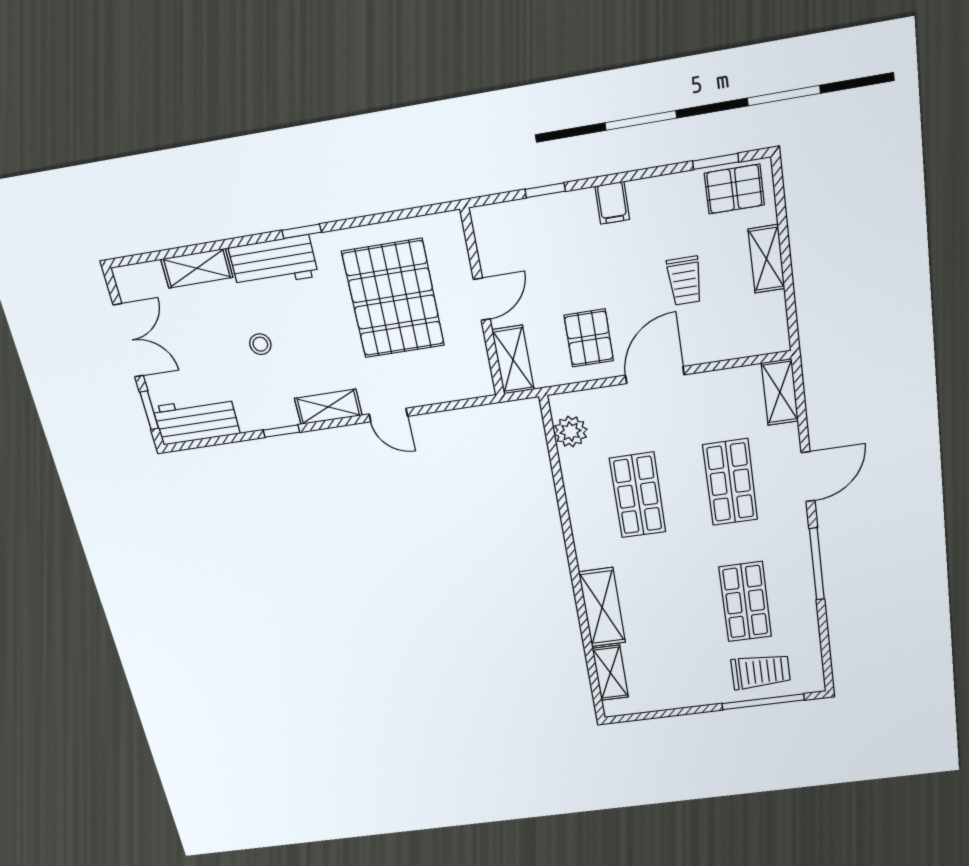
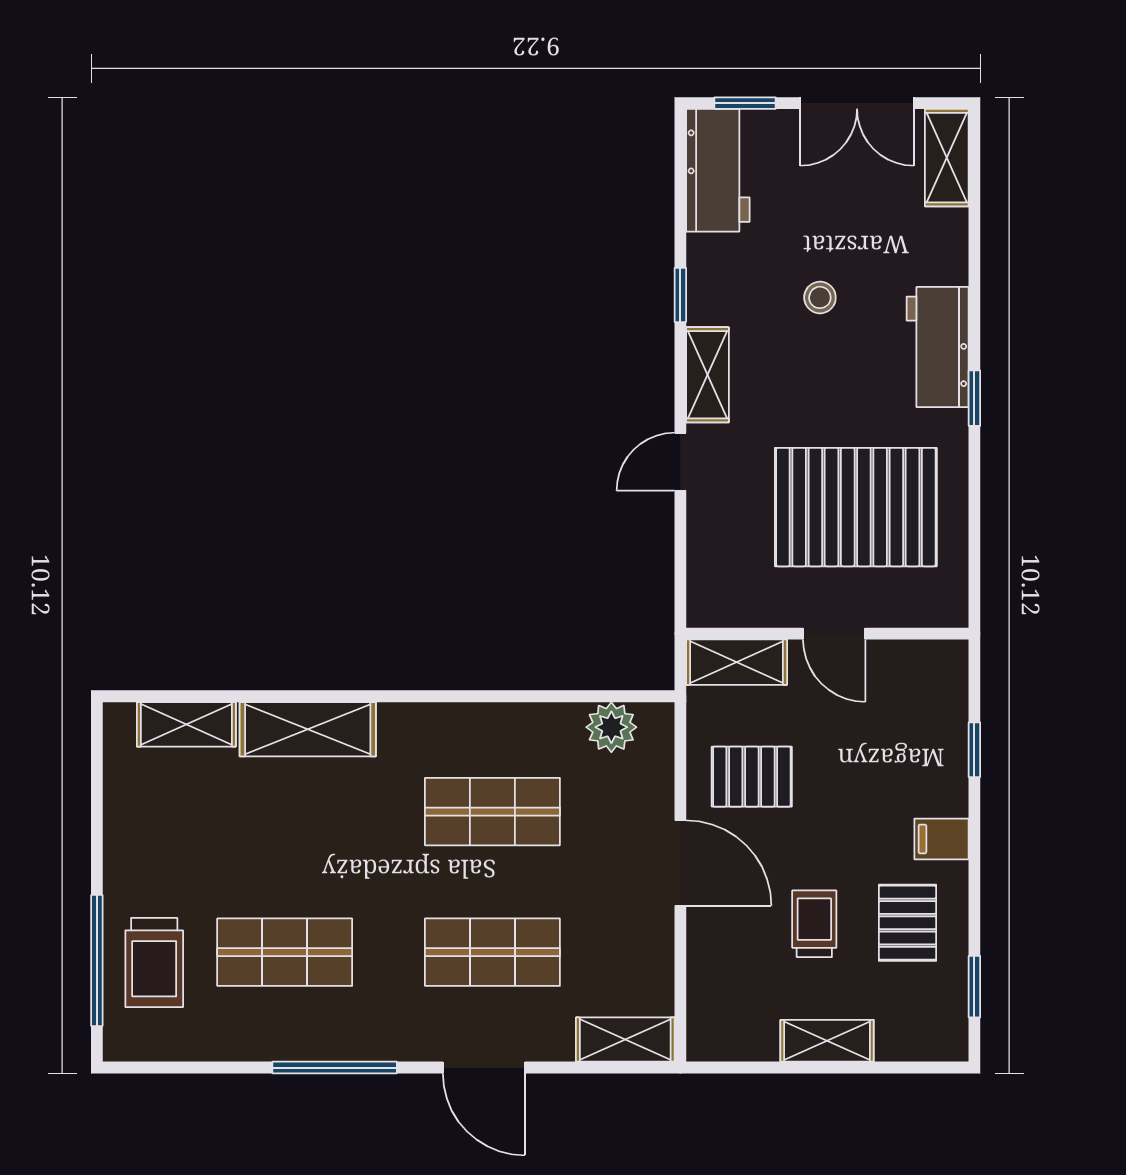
pallet: (734, 189) -> (907, 923), moved
shelving: (197, 268) -> (947, 158), moved
trolley: (685, 281) -> (814, 924), turned 90

